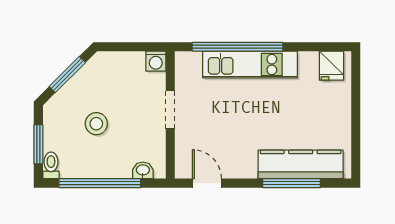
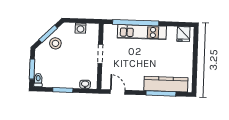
washing machine: (156, 61) -> (81, 28), moved
stool: (96, 124) -> (55, 43), moved
window: (100, 183) -> (63, 90), width x0.47

